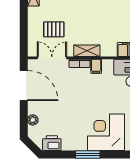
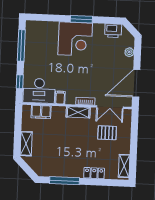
filing cabinet: (96, 66) -> (60, 98), moved
door: (24, 86) -> (136, 83), hinge flipped
corner desk: (106, 132) -> (75, 39), moved

